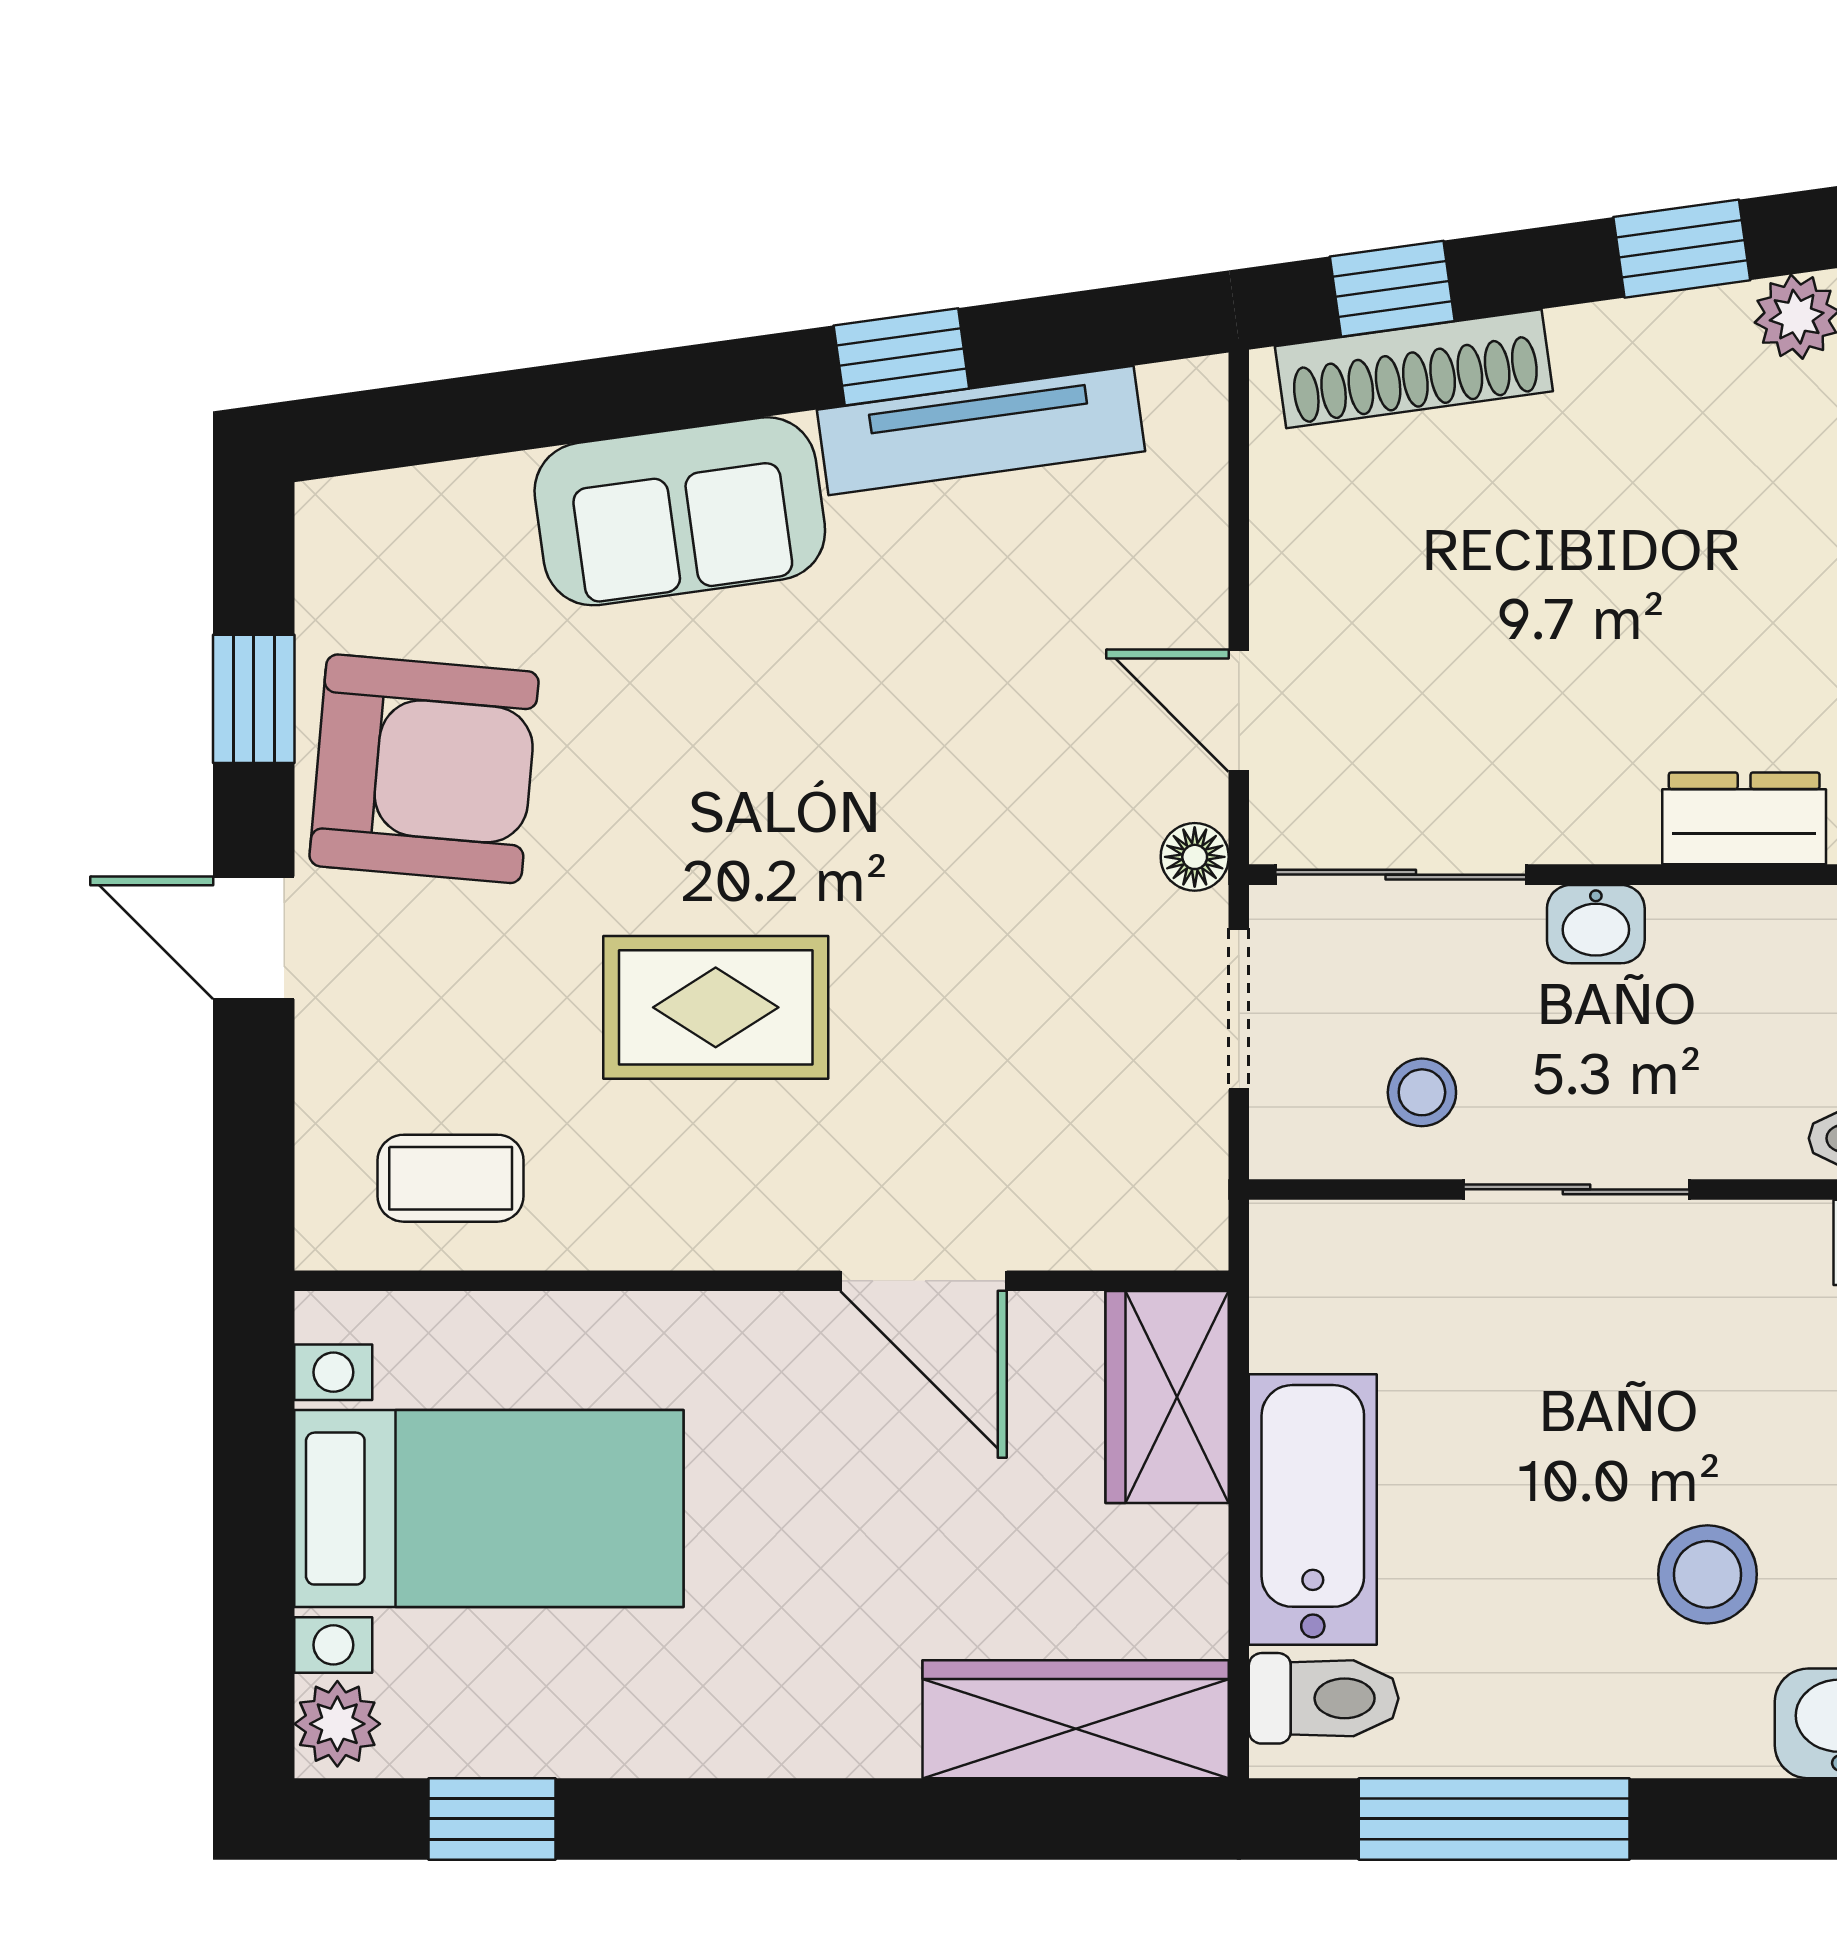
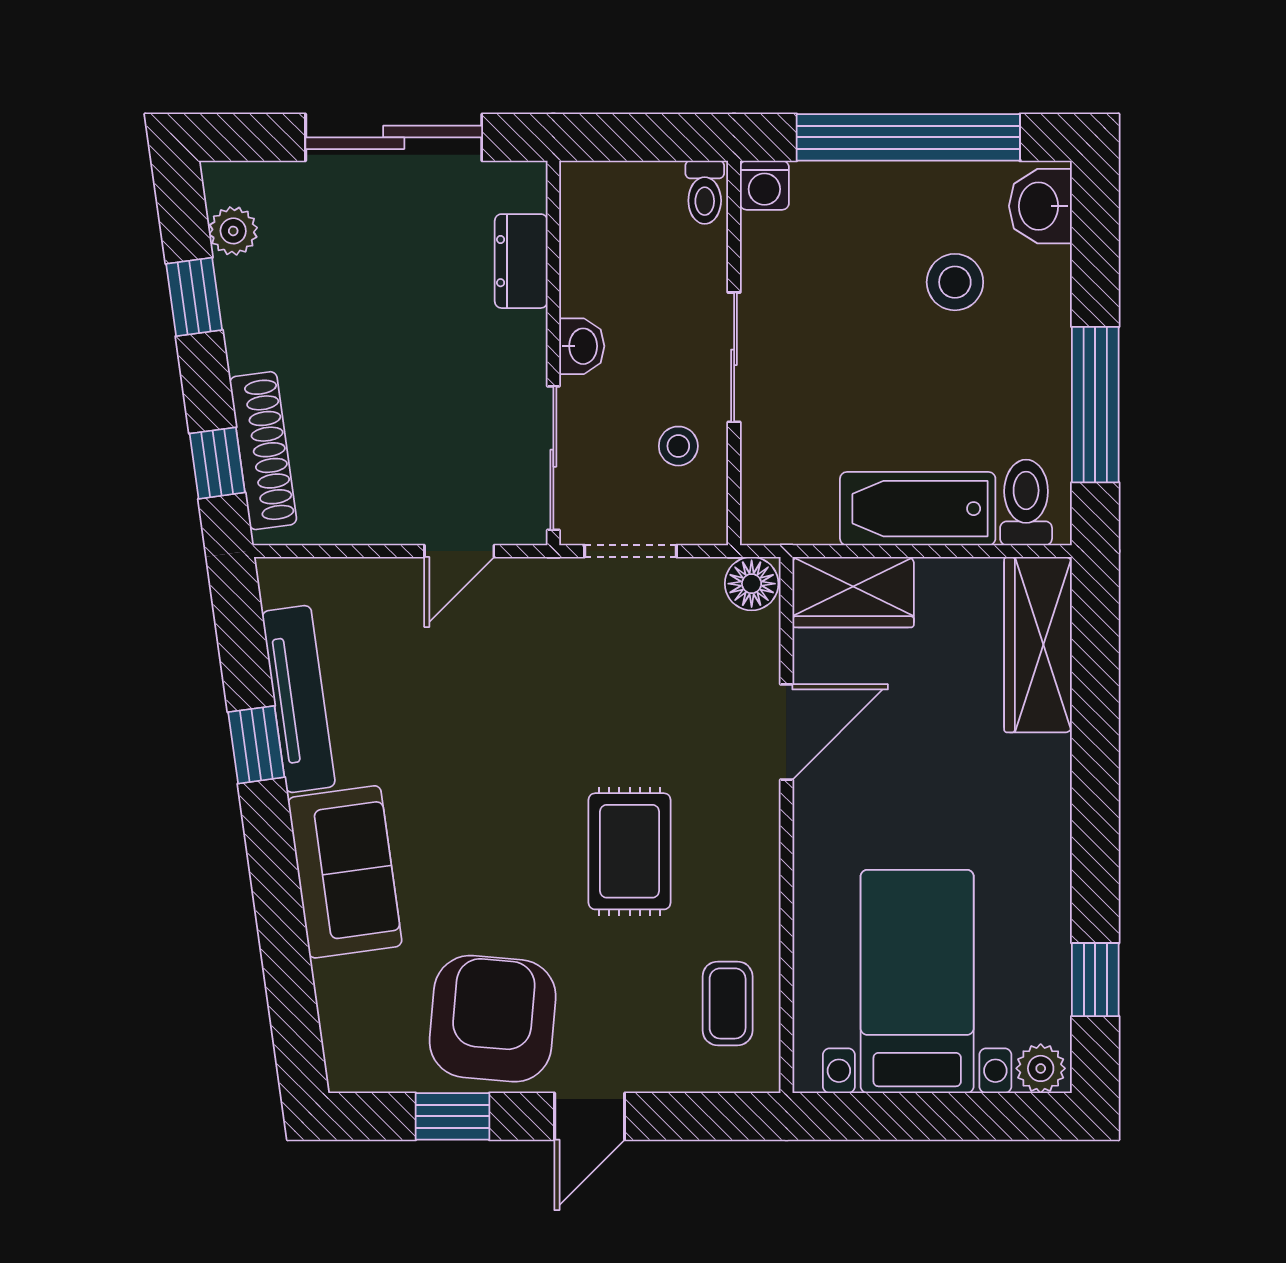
floor lamp: (1195, 857) -> (752, 584), moved, width x1.37, depth x1.37

